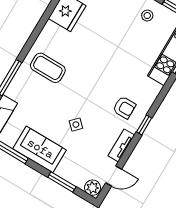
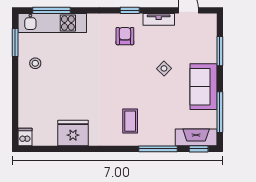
coffee table: (48, 68) -> (130, 121), width x0.73, depth x0.77
plant: (93, 188) -> (209, 22), removed

